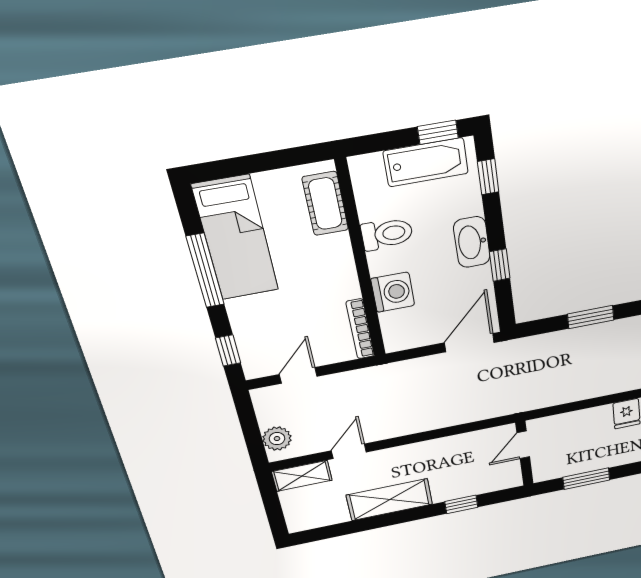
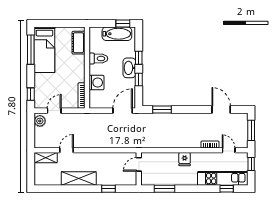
window: (488, 177) -> (139, 58), moved
window: (205, 271) -> (31, 50), moved
window: (591, 317) -> (162, 109), moved
plant: (277, 439) -> (40, 121), moved

